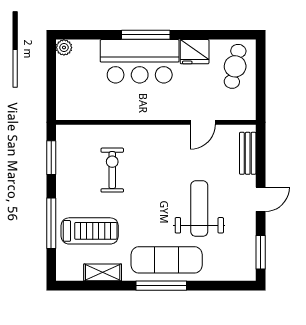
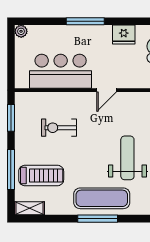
bar counter: (140, 61) -> (61, 71), moved, turned 180
door: (203, 122) -> (107, 90), moved
exercise bike: (112, 170) -> (59, 128), turned -90
shelving: (103, 272) -> (30, 208), moved

